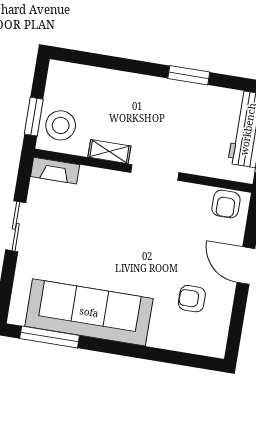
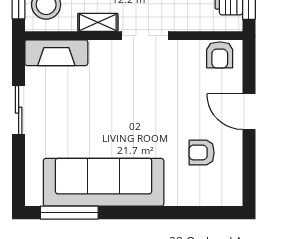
fireplace: (55, 171) -> (56, 53), width x1.37, depth x1.32

